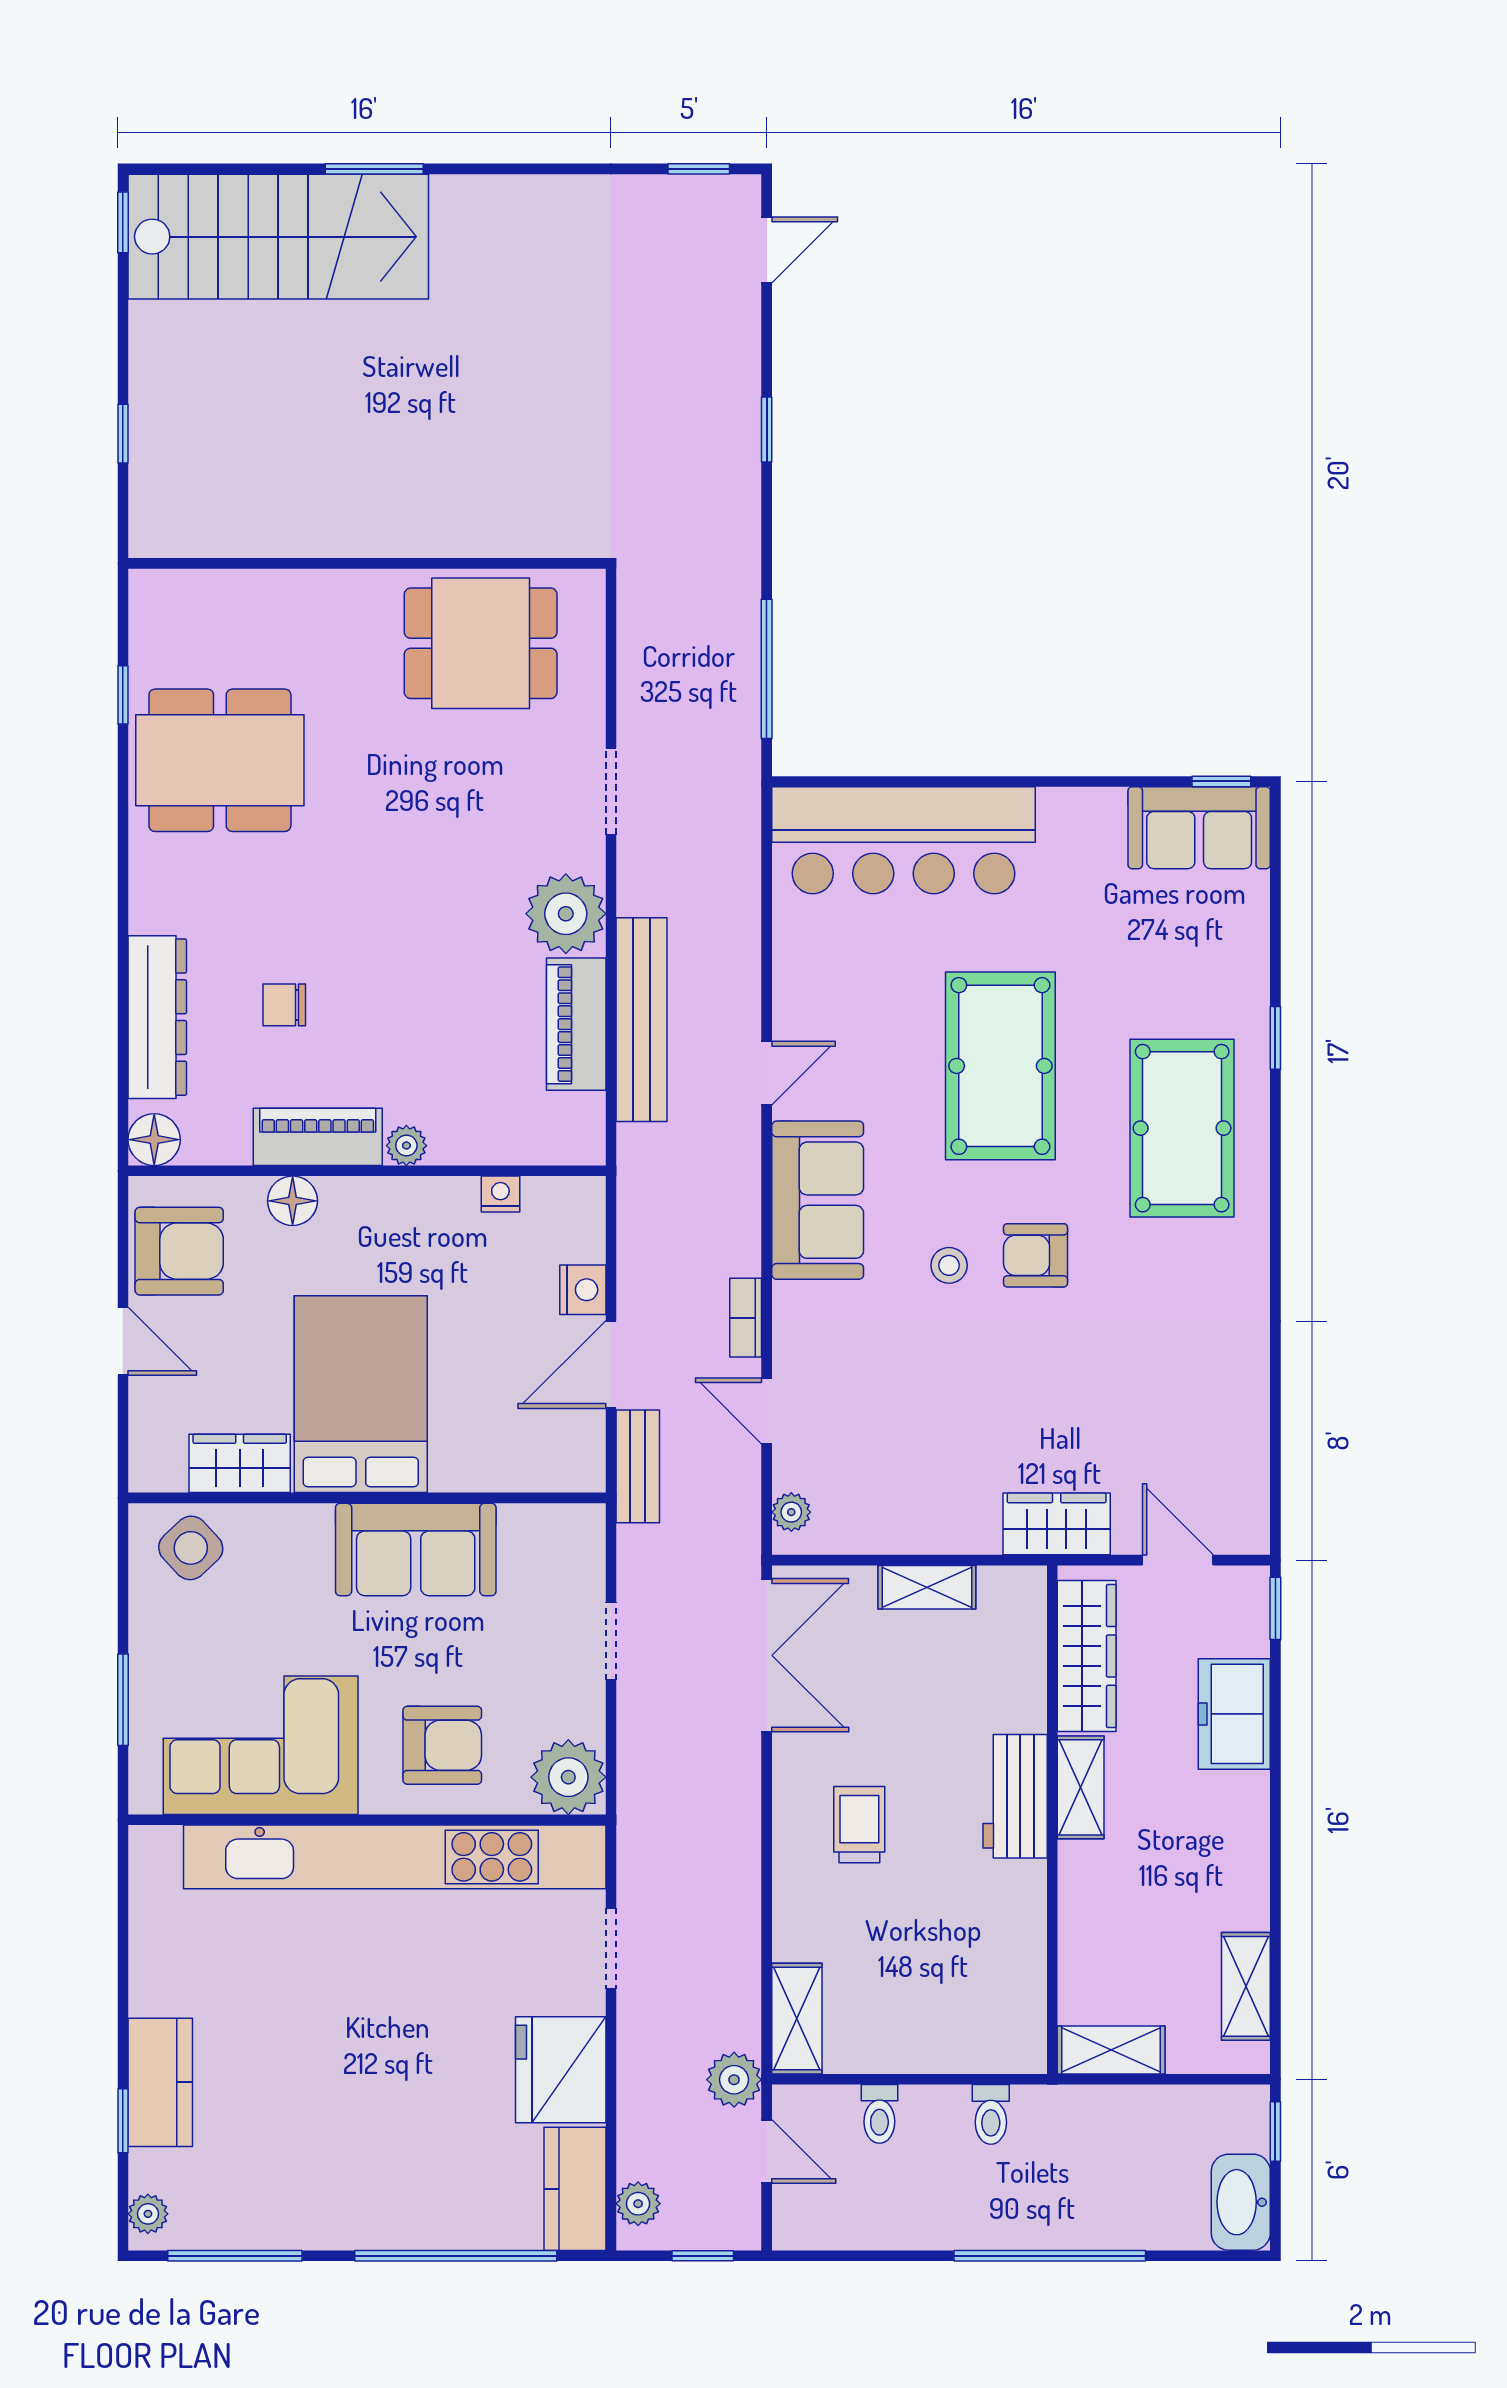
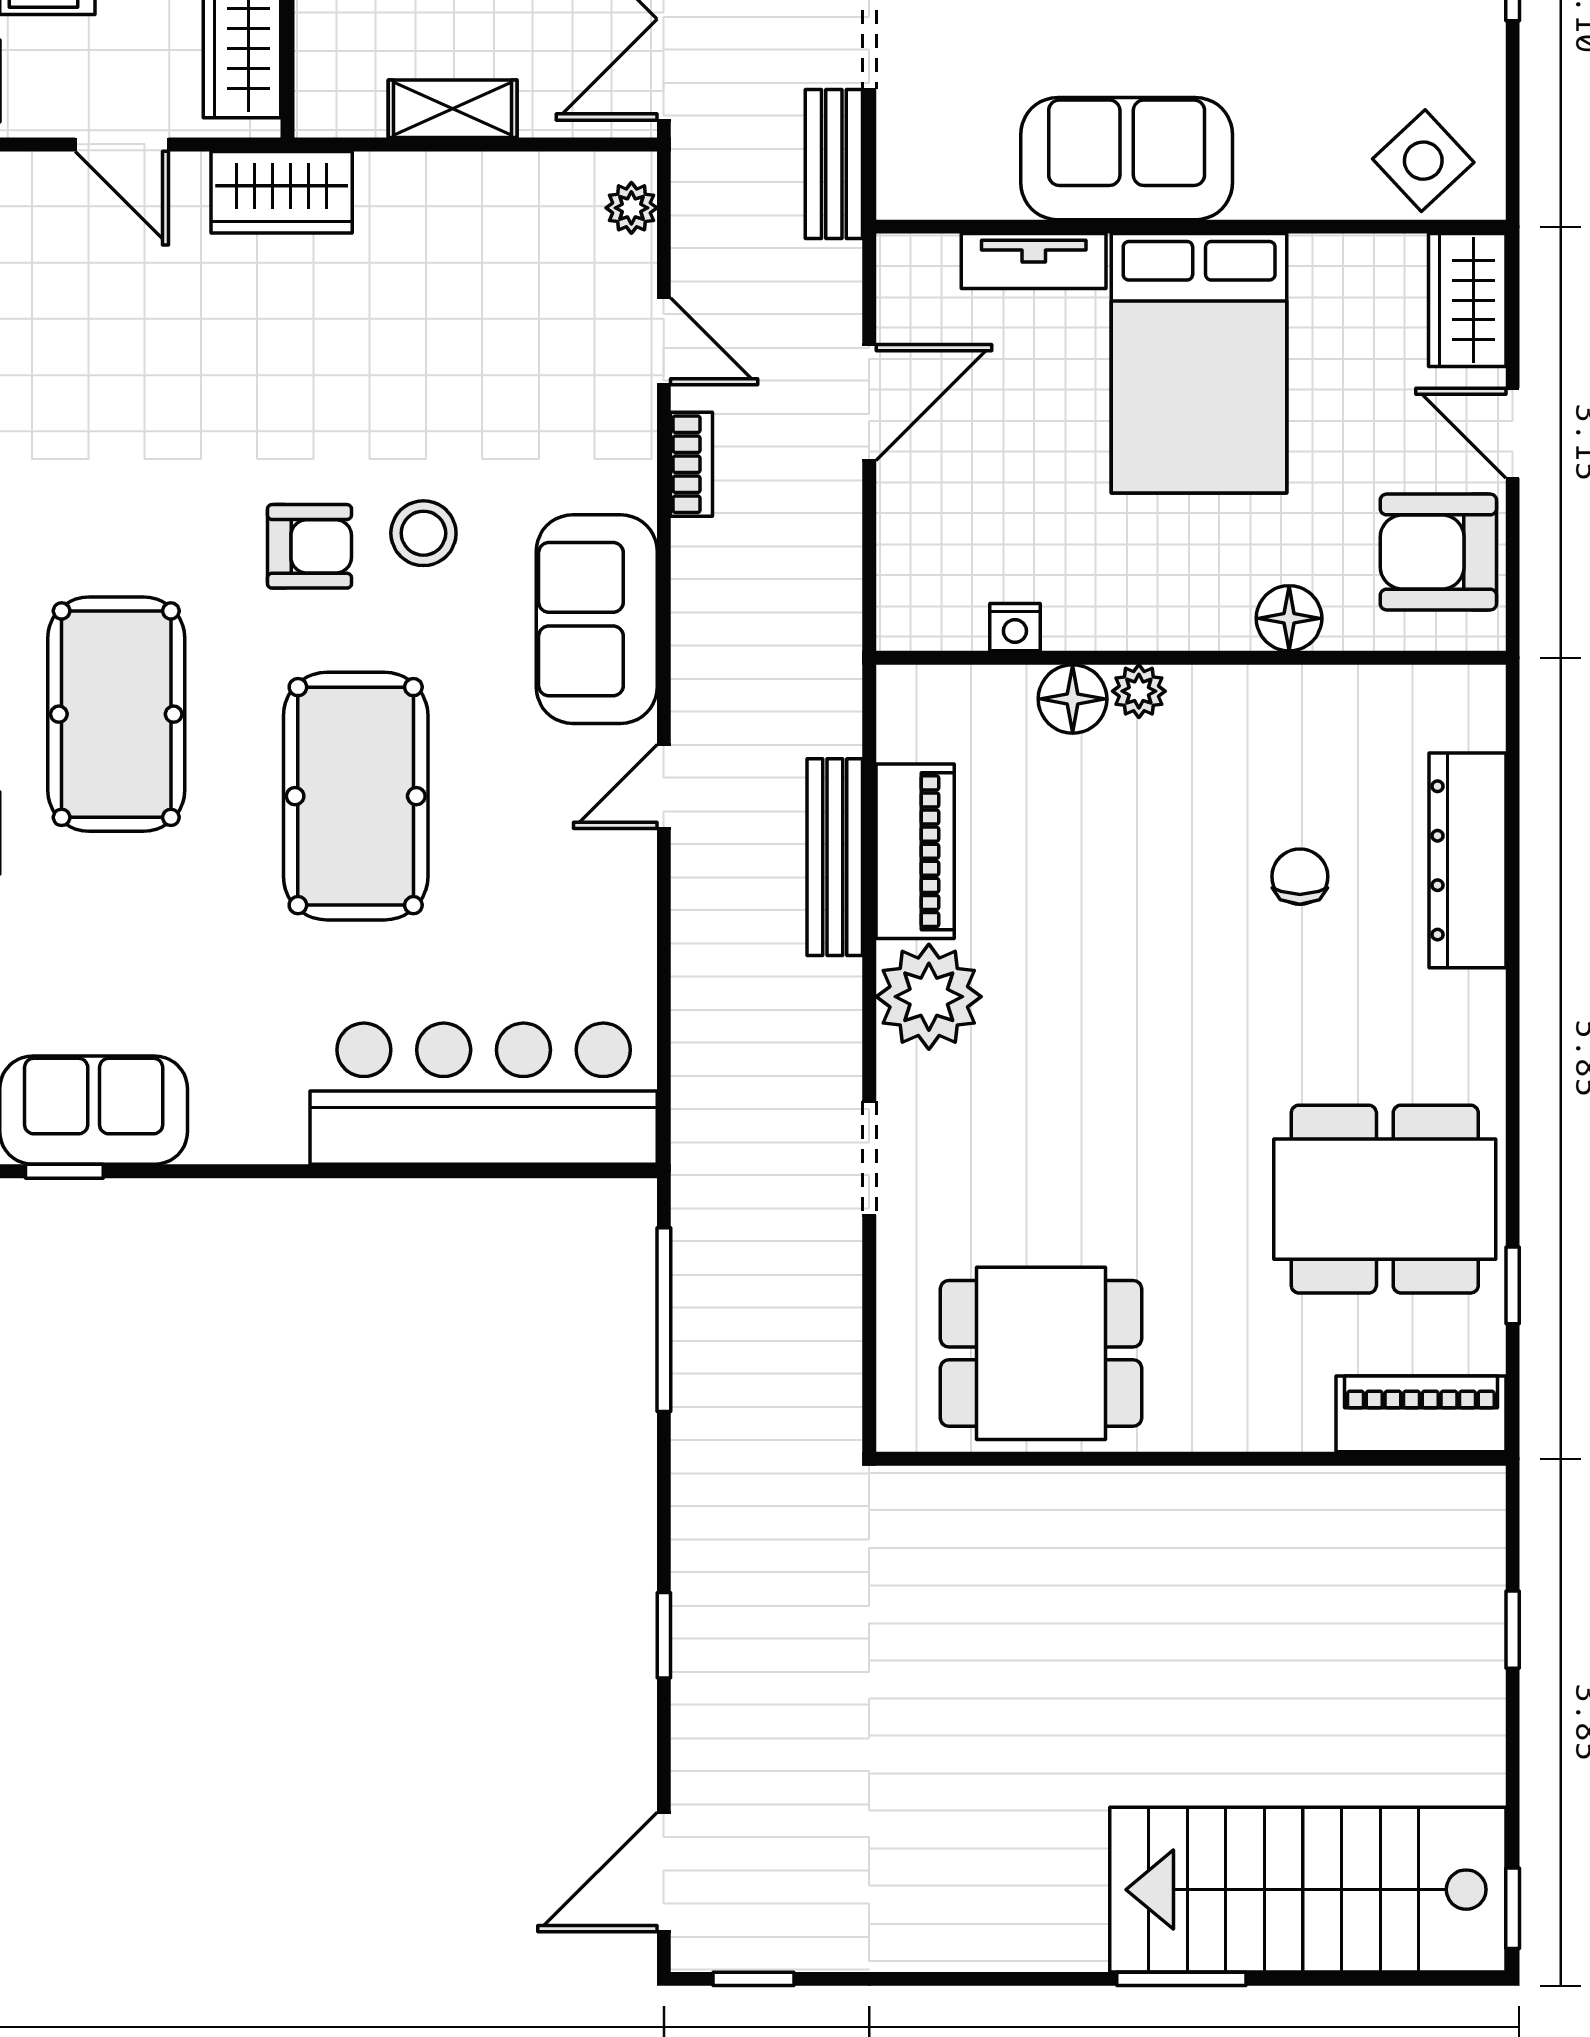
door: (767, 250) -> (664, 1872), width x1.38
chair: (284, 1005) -> (1300, 877), turned -90
bench: (642, 1020) -> (835, 857), width x0.73, depth x0.82
piano: (318, 1137) -> (1421, 1414), moved, turned 180
floor lamp: (154, 1140) -> (1073, 699), moved
stool: (949, 1265) -> (423, 533), width x1.37, depth x1.37
nightstand: (583, 1290) -> (906, 501), removed
wardrobe: (240, 1463) -> (1467, 300), moved, turned 90
bench: (638, 1466) -> (834, 164), moved
tv unit: (486, 1472) -> (1034, 261), added

